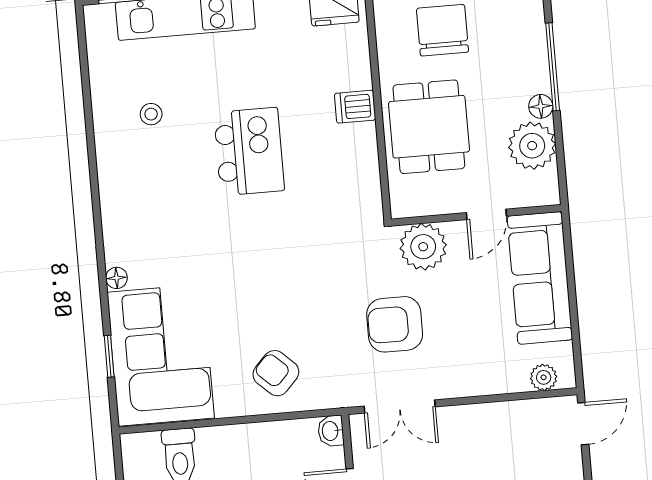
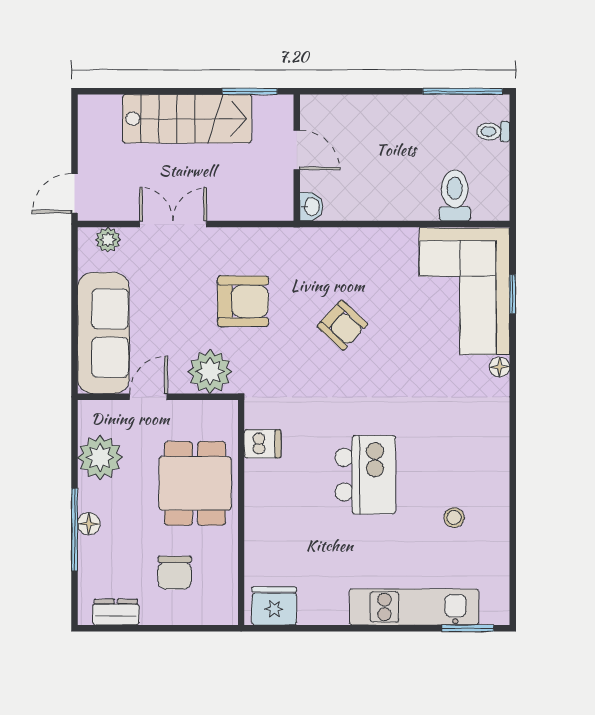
chair: (443, 30) -> (175, 573), width x0.73, depth x0.73
floor lamp: (541, 106) -> (89, 524), moved
dishwasher: (355, 107) -> (263, 444), moved
kitchen island: (249, 152) -> (365, 475), turned 180
armchair: (276, 373) -> (342, 325), moved
double door: (400, 407) -> (173, 224), moved

